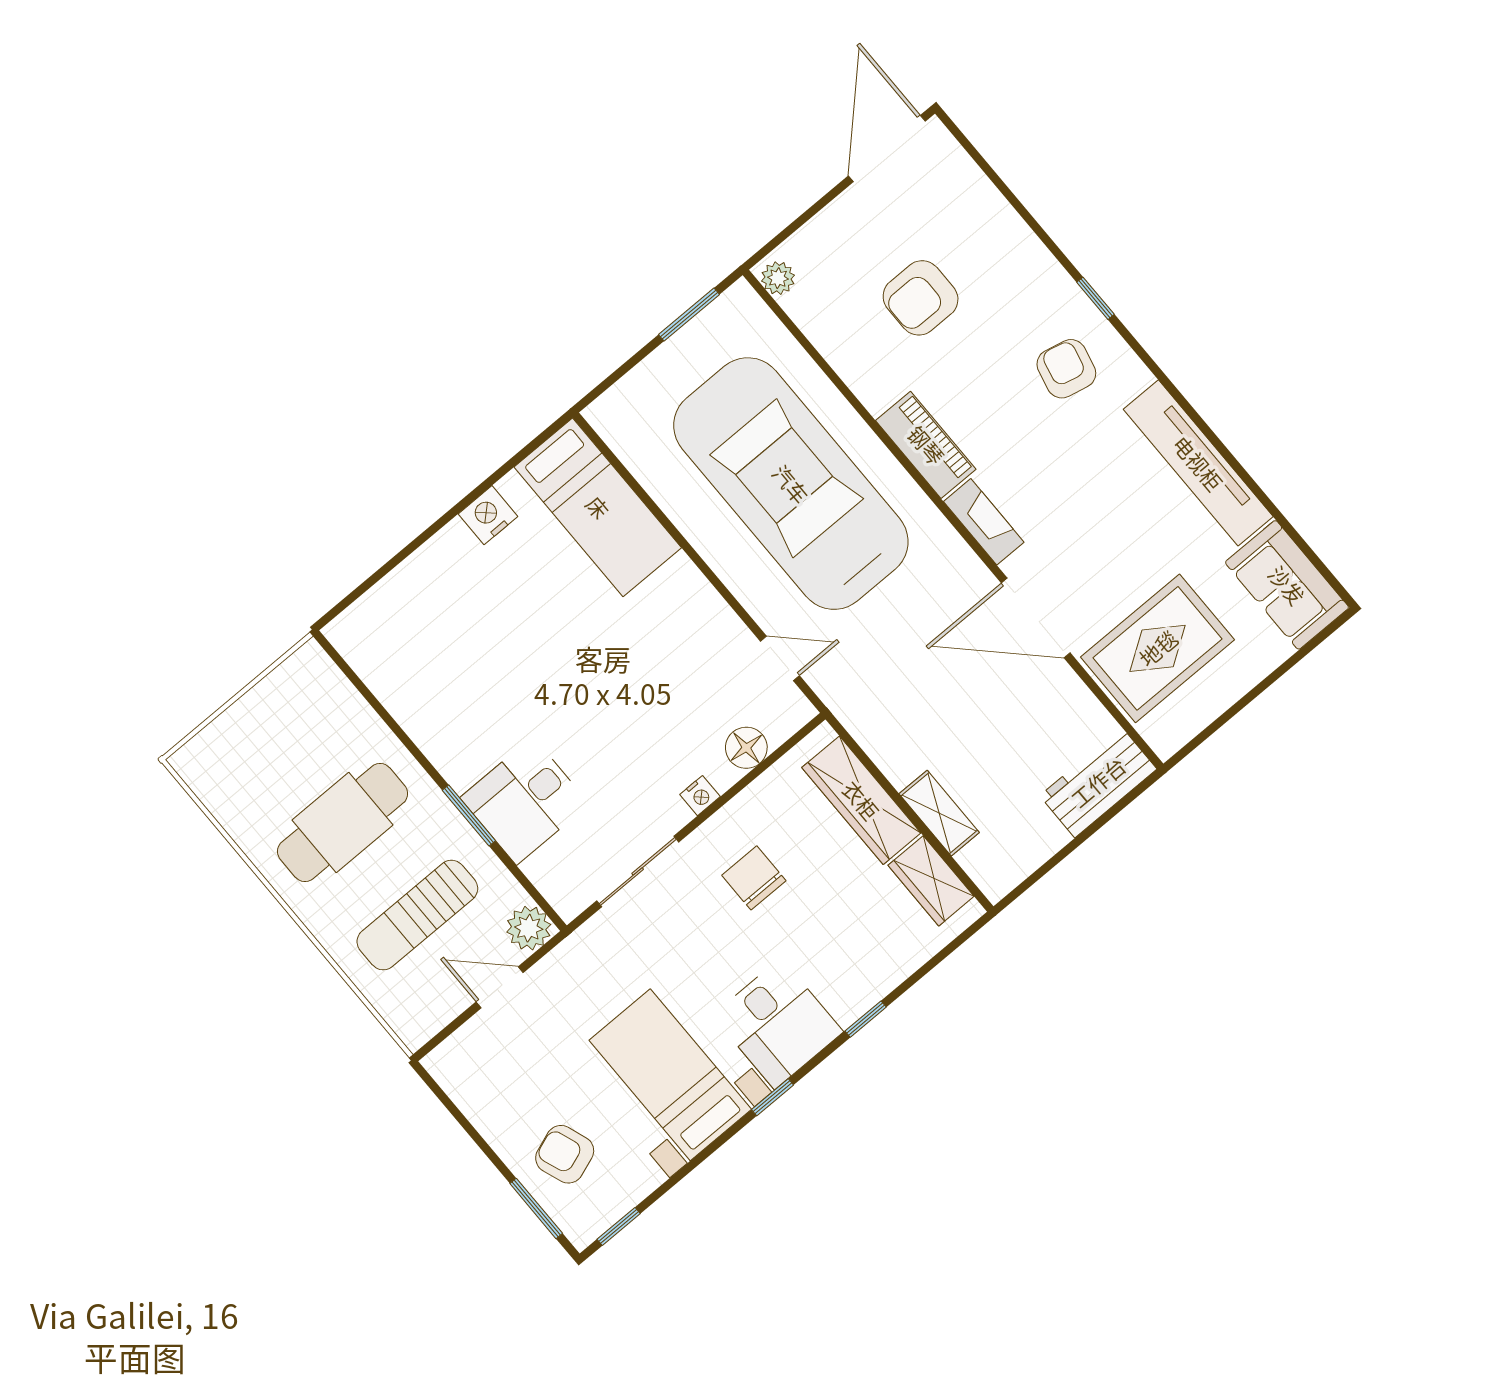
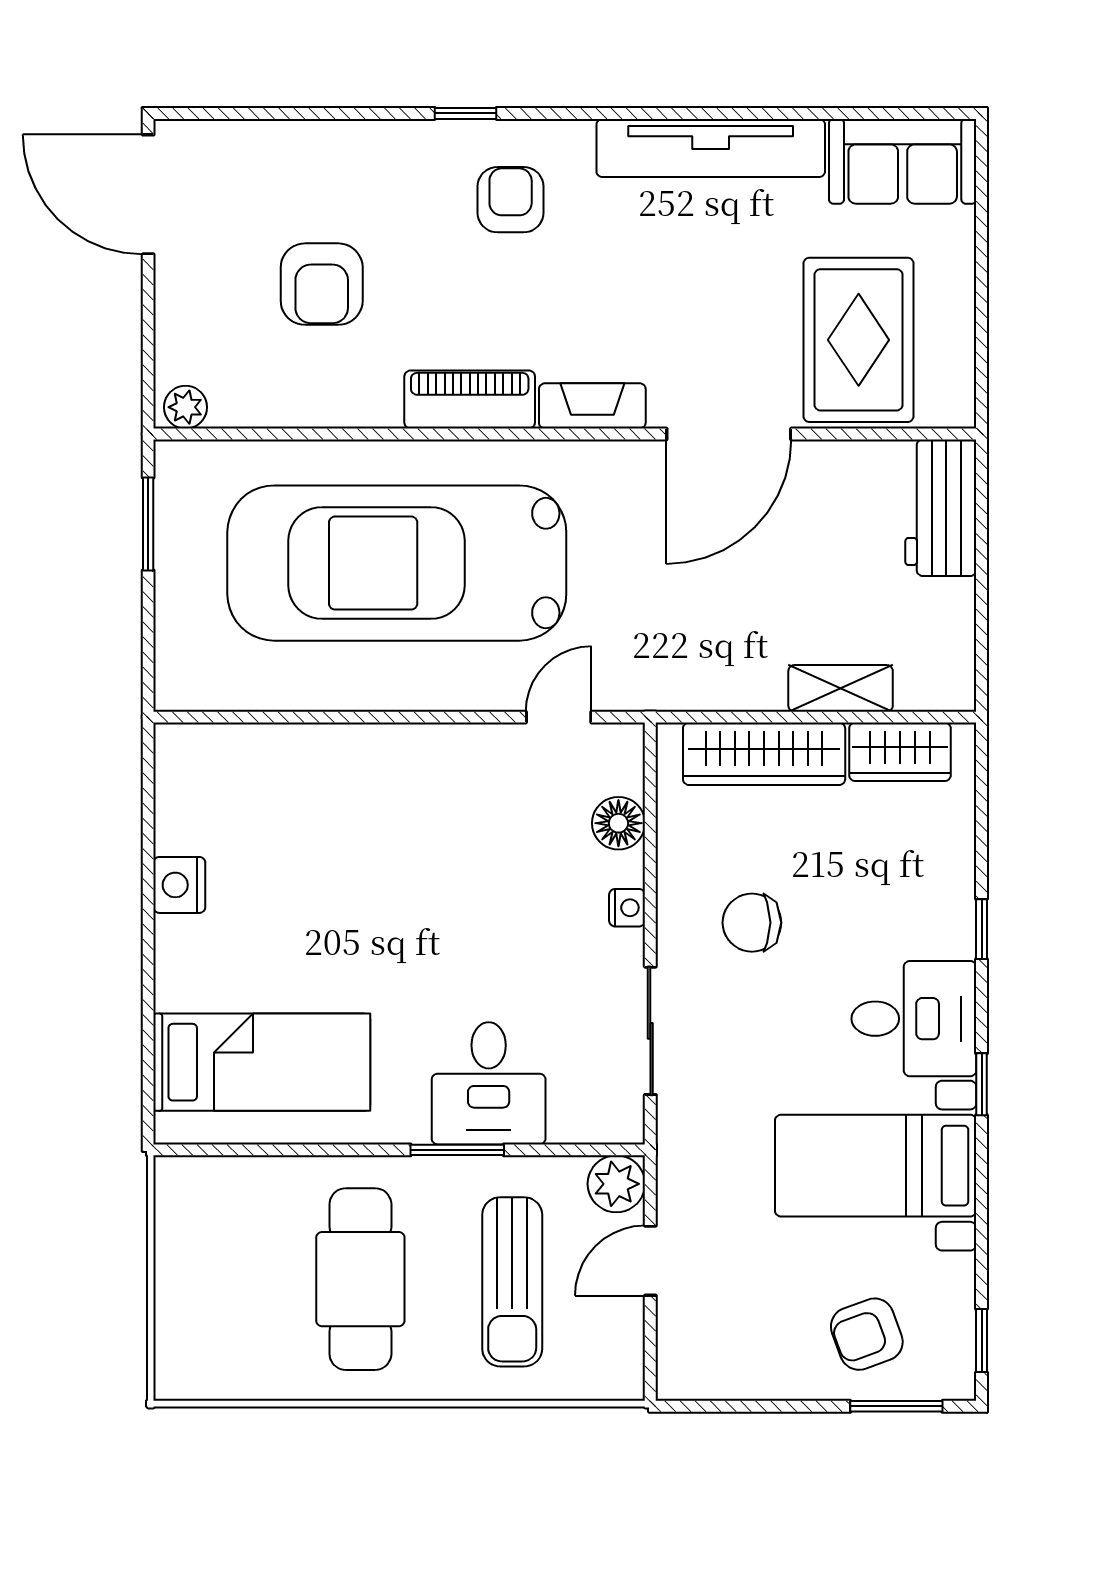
armchair: (1066, 369) -> (511, 200), turned 77
bed: (598, 507) -> (262, 1062), moved

